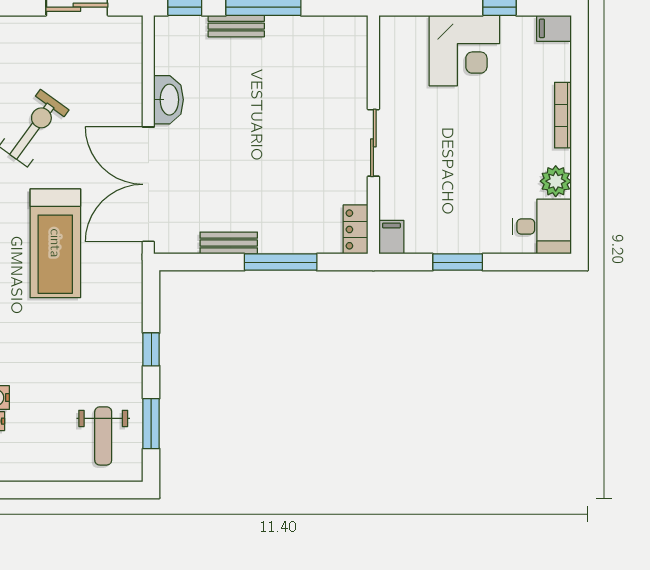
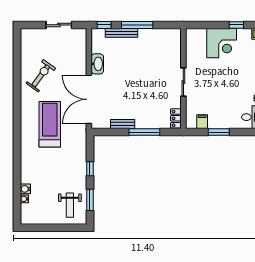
bench: (236, 26) -> (121, 33), width x1.36
filing cabinet: (391, 237) -> (202, 122), moved
treadmill: (55, 243) -> (50, 124), turned 180

